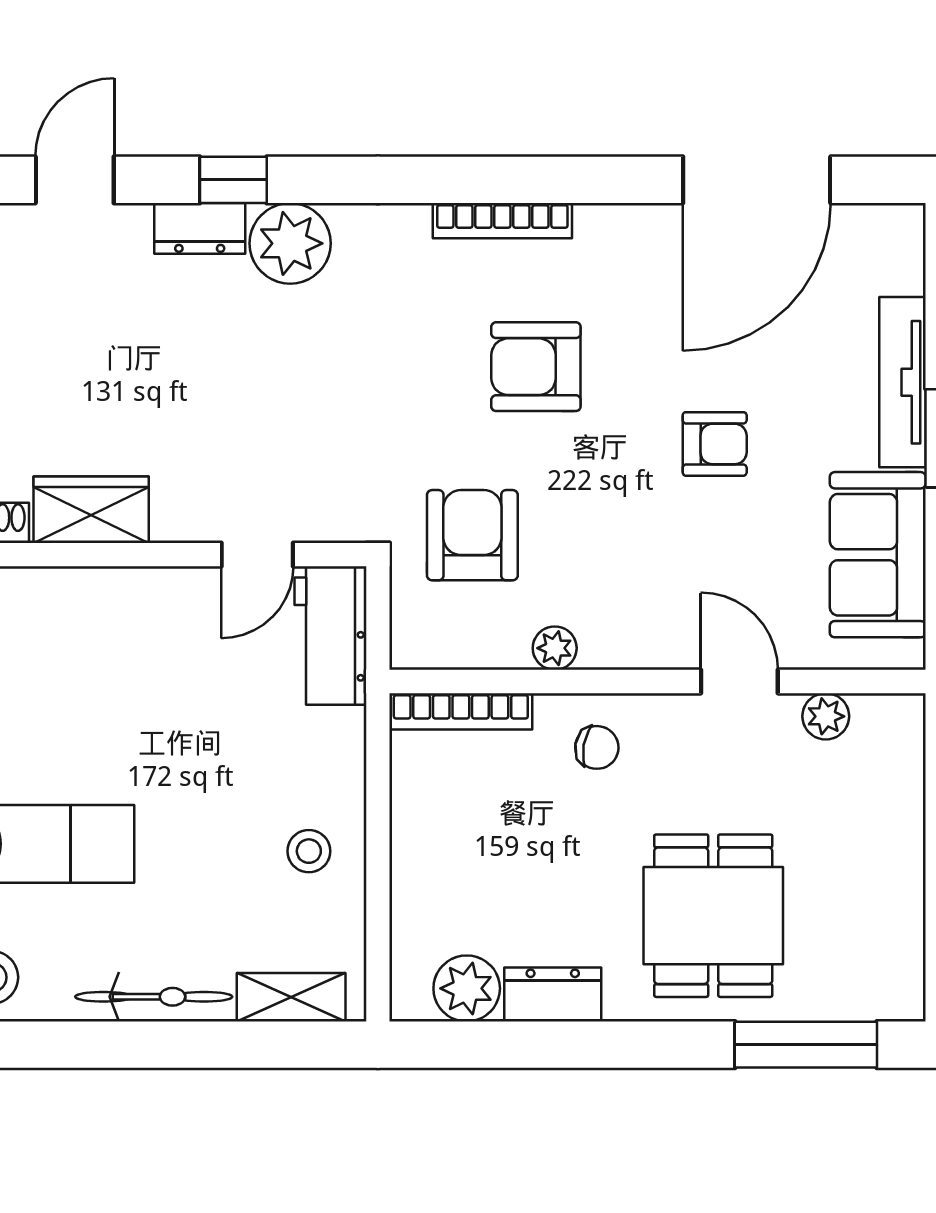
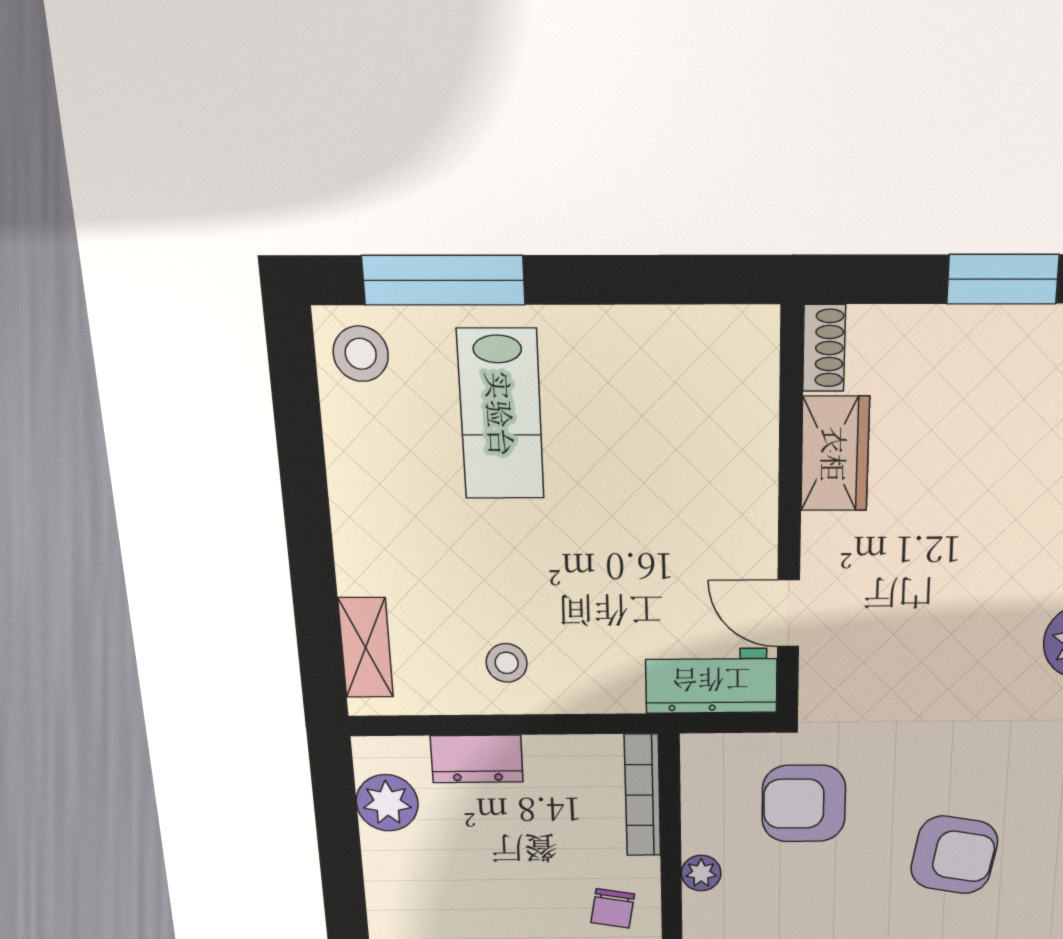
armchair: (536, 367) -> (954, 855), turned 100
armchair: (472, 535) -> (804, 804), turned 180
dresser: (553, 994) -> (477, 759), moved, turned 90
bicycle: (154, 997) -> (355, 518), removed

